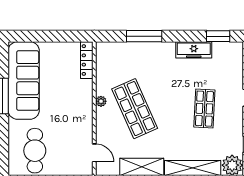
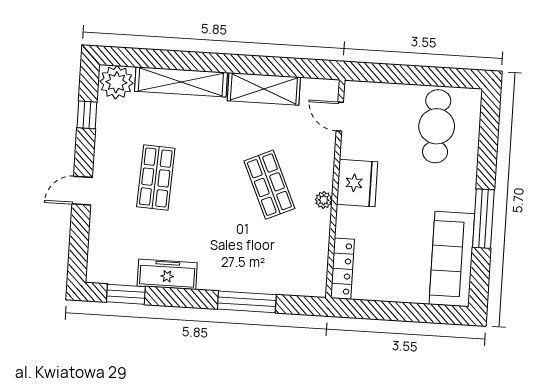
sofa: (24, 80) -> (452, 259), width x0.74, depth x0.79
shop shelf: (135, 109) -> (269, 185), width x0.70, depth x0.74
fridge: (81, 113) -> (357, 183), added

